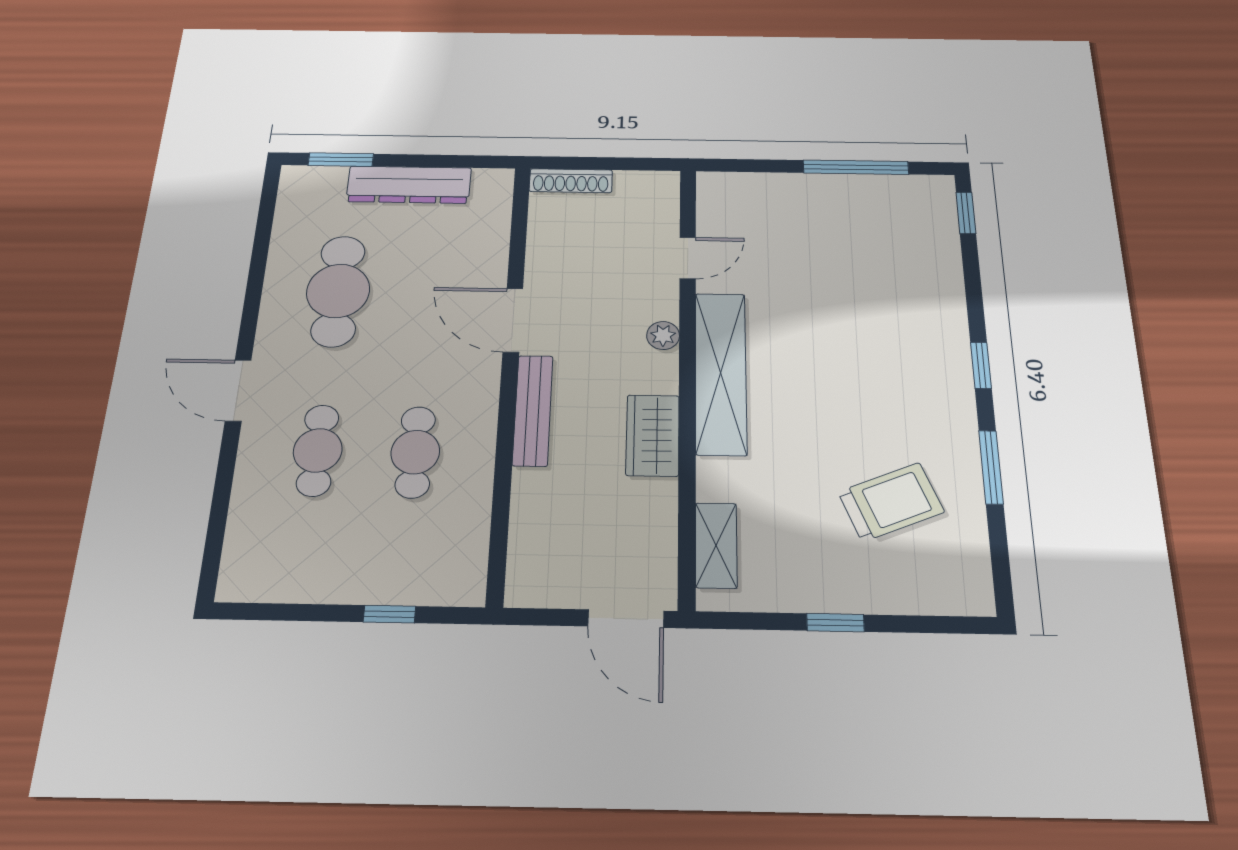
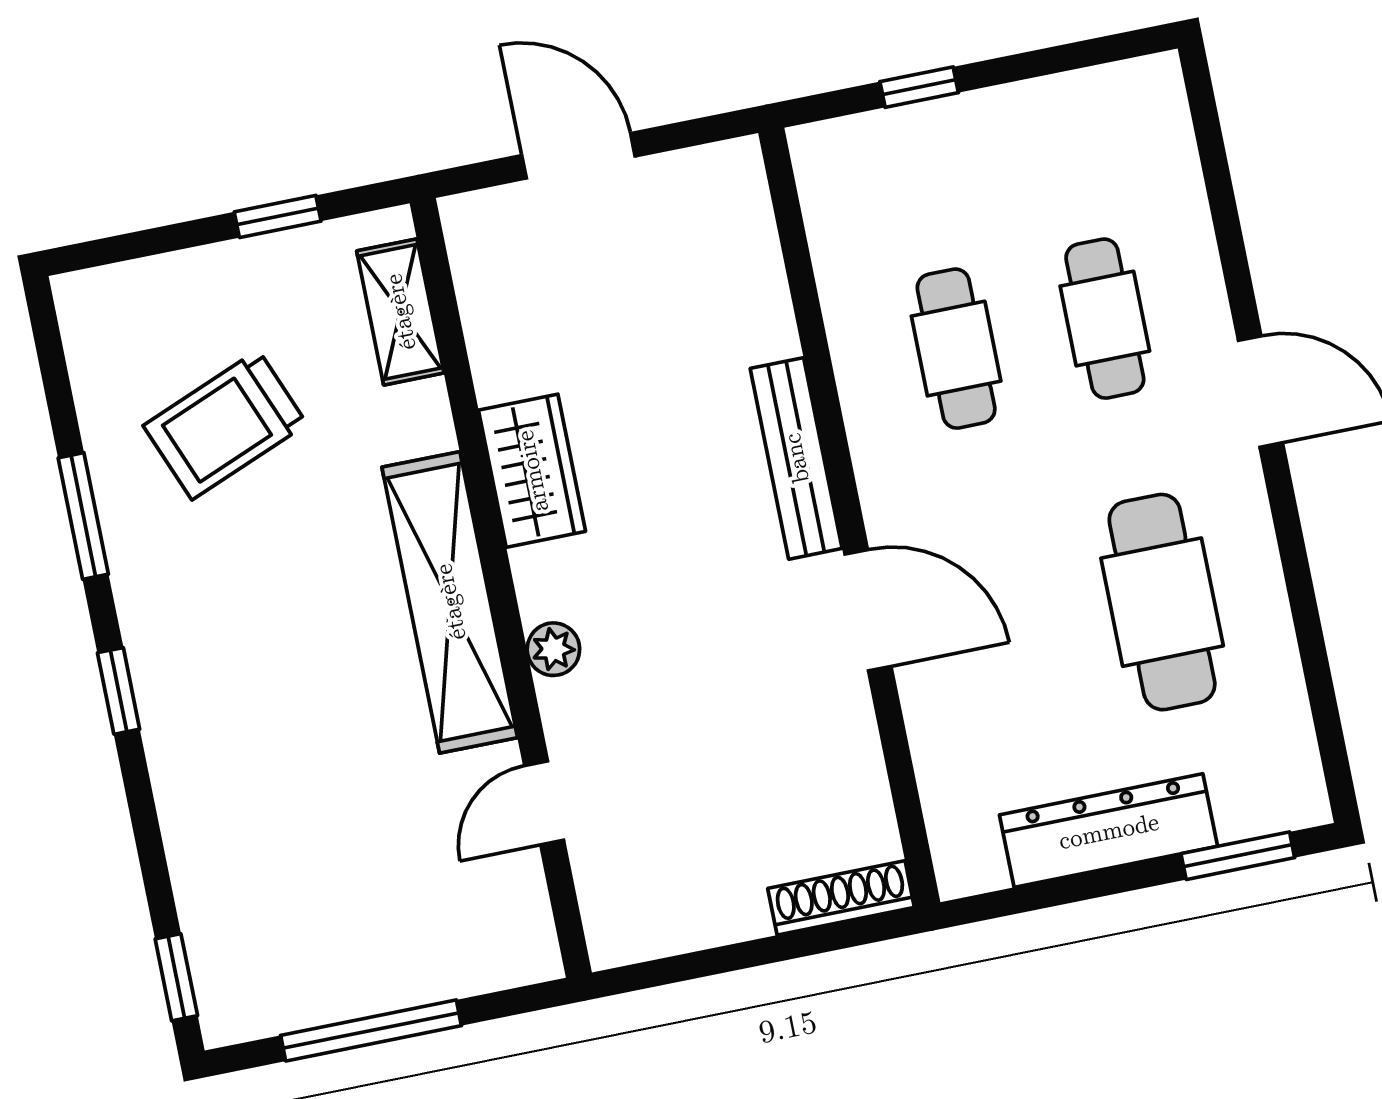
door: (688, 258) -> (544, 803), moved
plant: (663, 335) -> (553, 649), moved
shelving: (721, 373) -> (450, 602), moved
wall: (687, 374) -> (501, 588), moved
wardrobe: (653, 435) -> (532, 471), moved
shelving: (716, 545) -> (400, 312), moved

